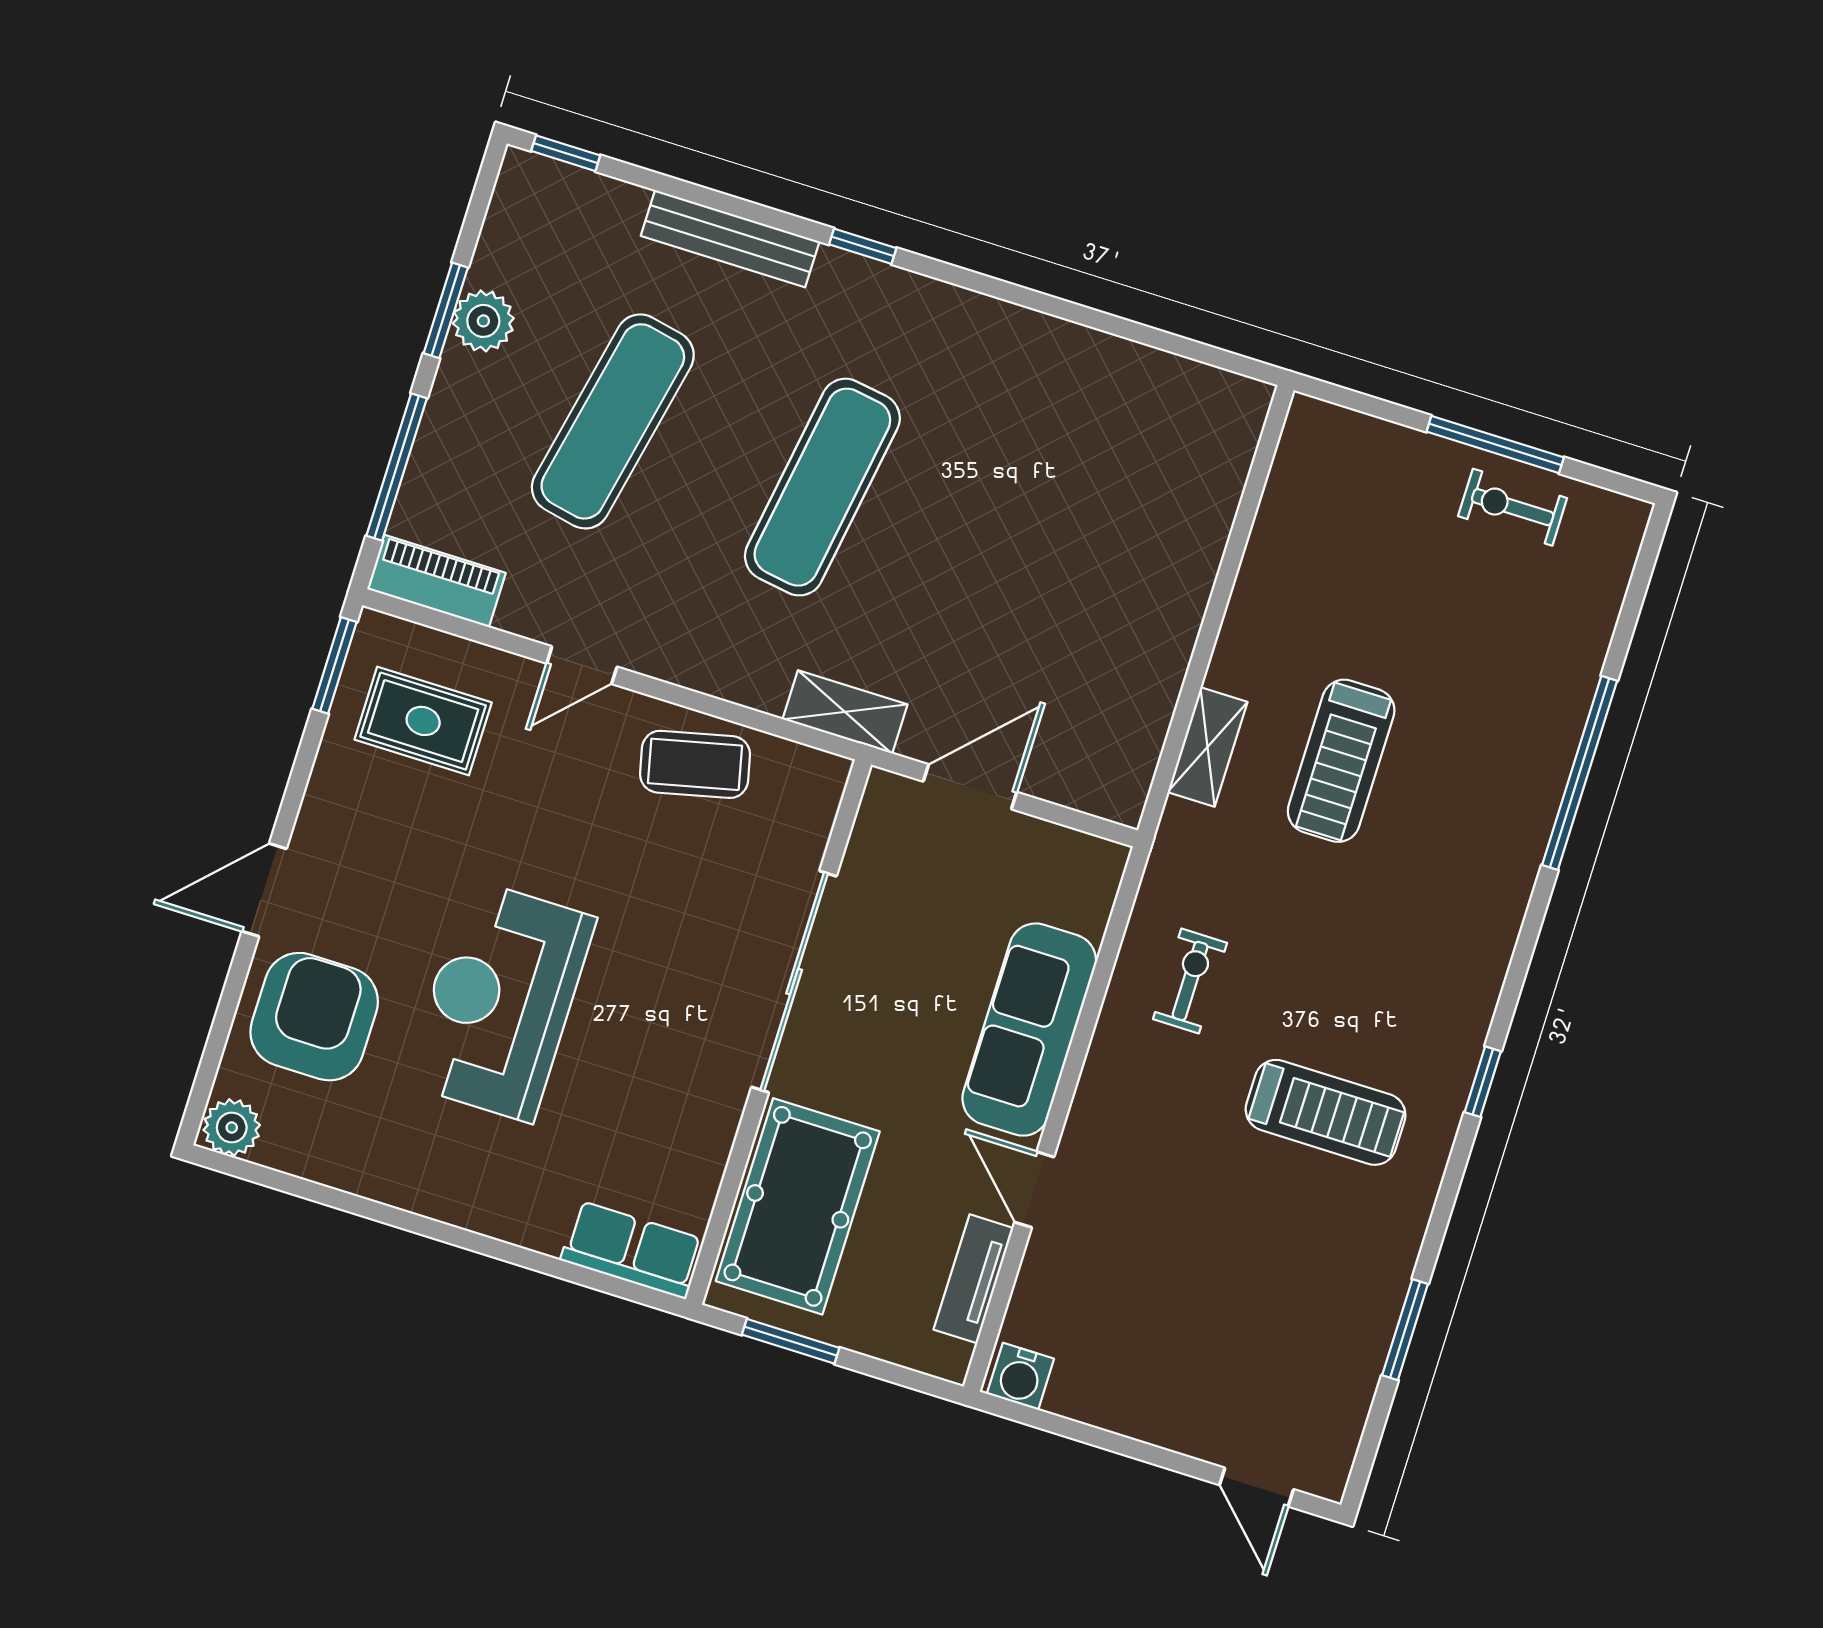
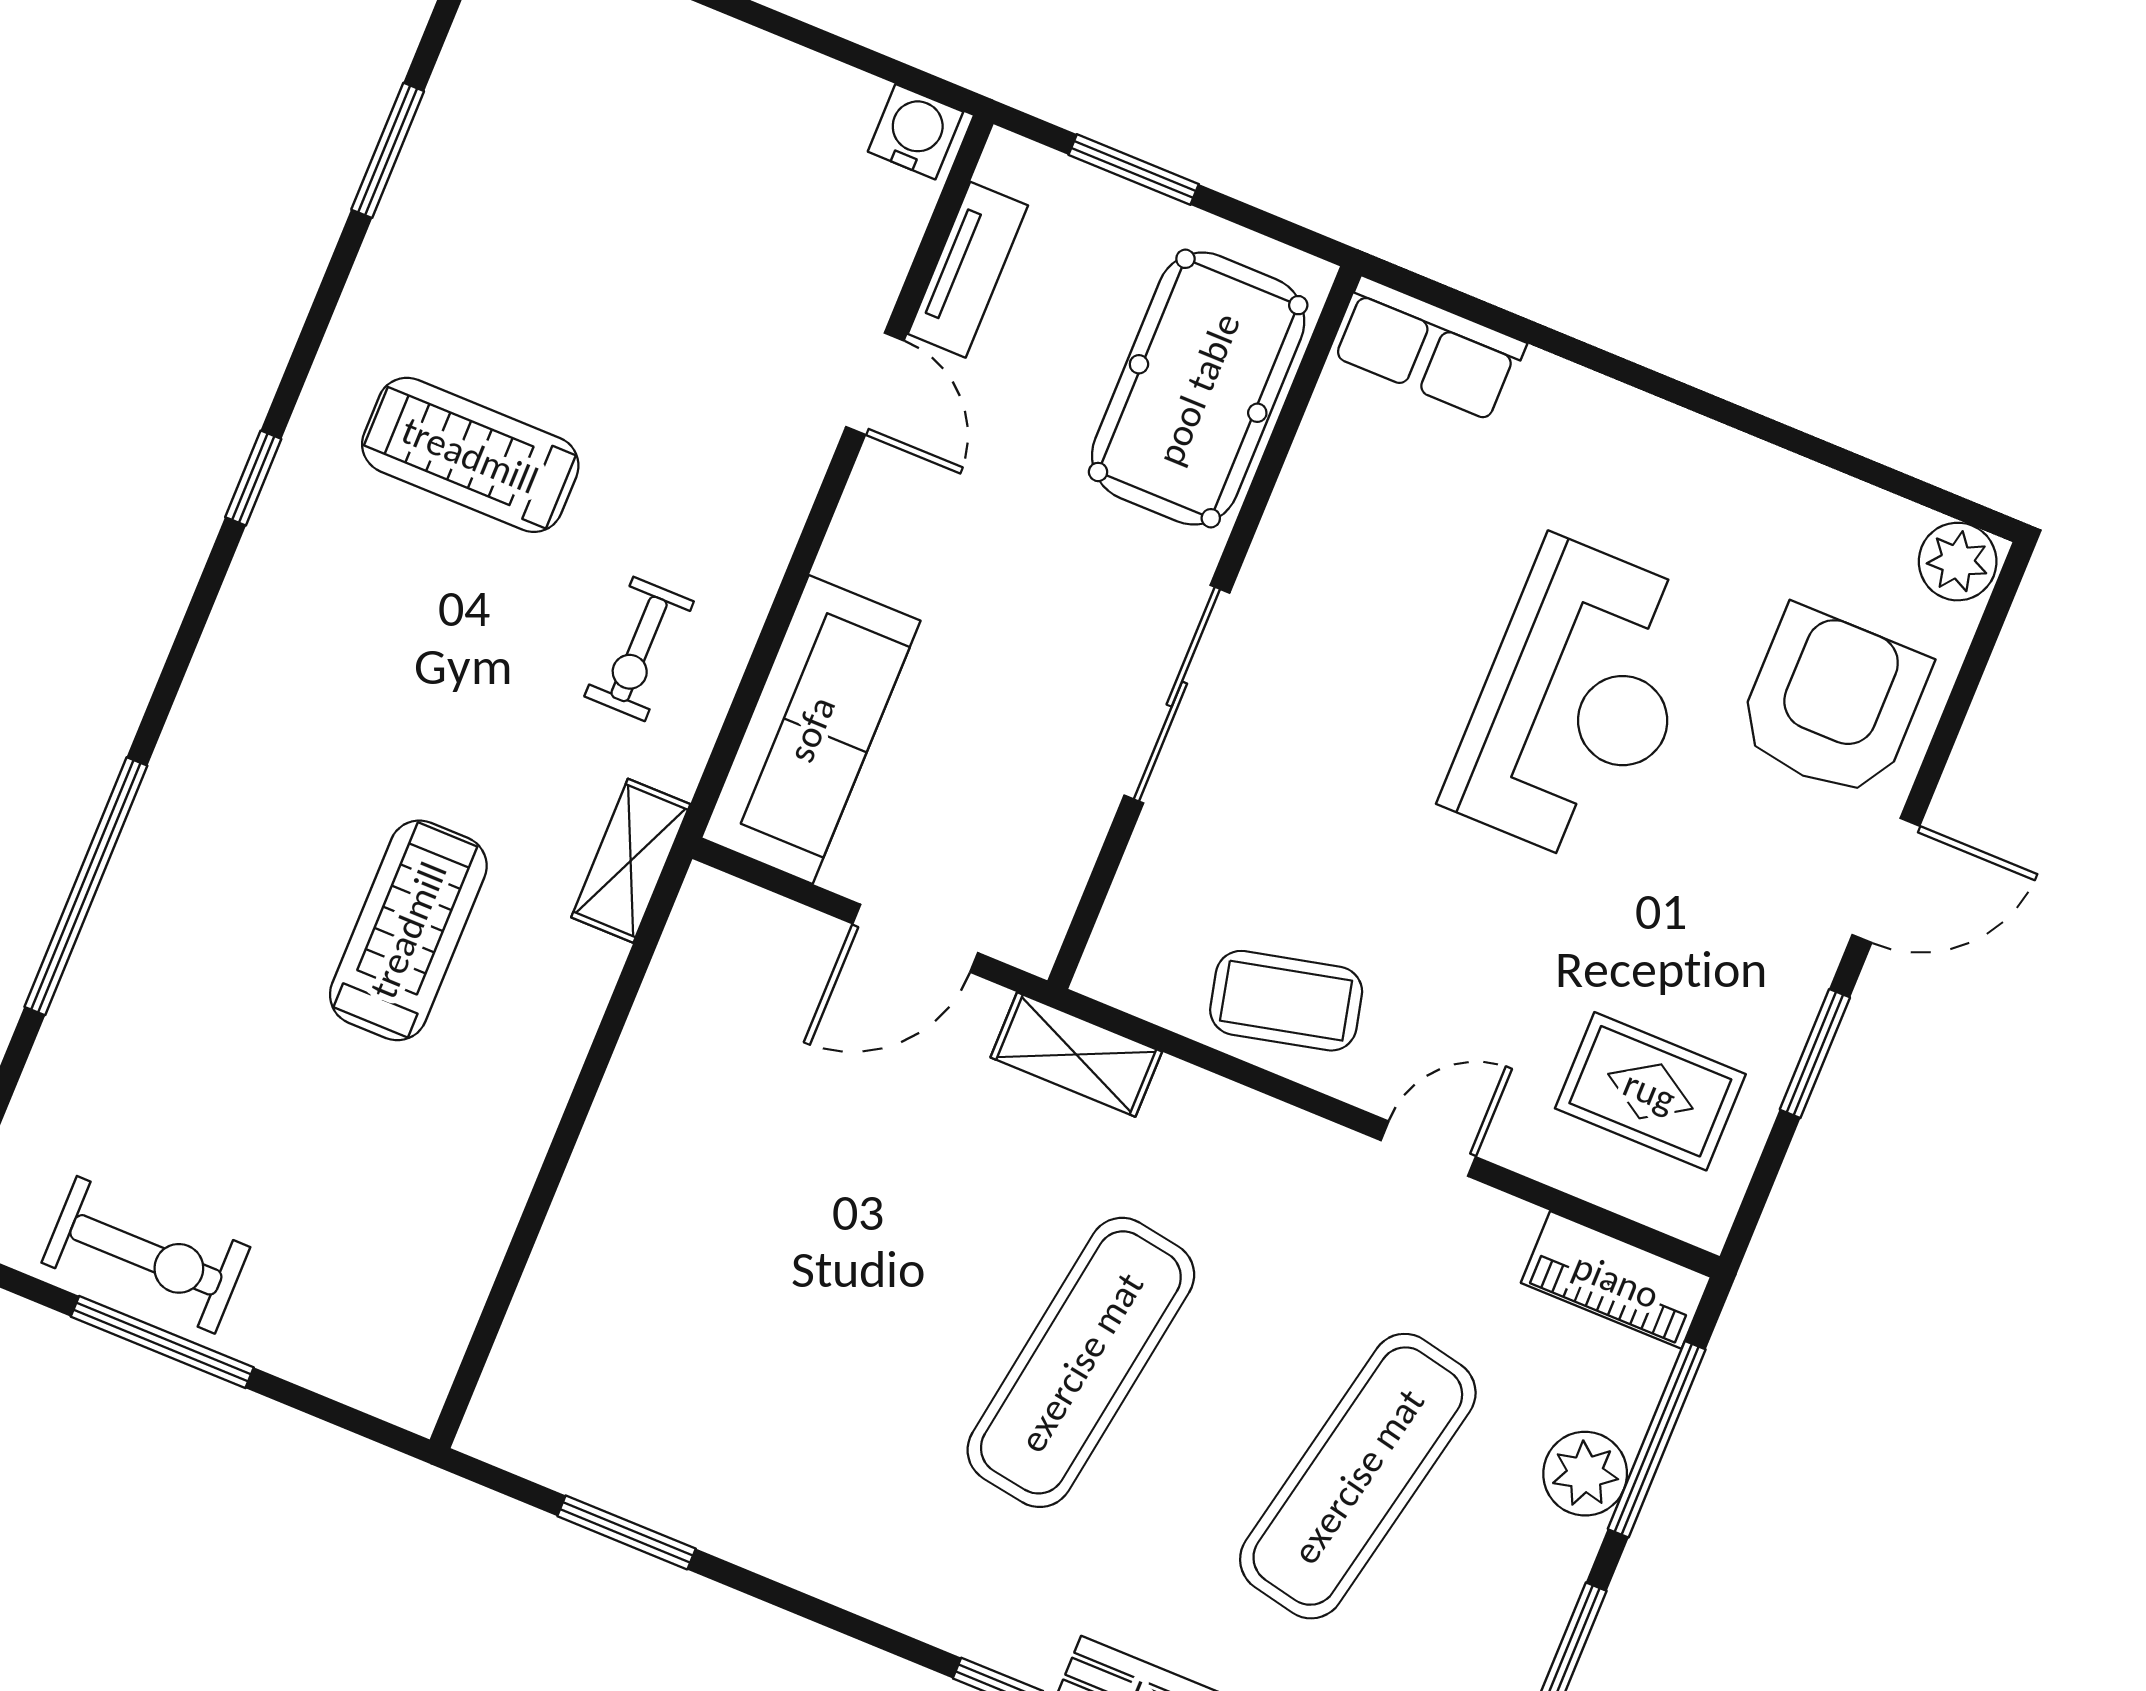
plant: (483, 321) -> (1585, 1474), moved
window: (1144, 334) -> (627, 1532), added
exercise bike: (1513, 507) -> (146, 1255), width x1.38, depth x1.39
window: (335, 665) -> (1815, 1054), moved
shelving: (1208, 747) -> (631, 861), moved
sliding door: (794, 982) -> (1177, 694), width x0.73
armchair: (314, 1017) -> (1833, 703), turned 180
sofa: (1029, 1030) -> (811, 729), moved
window: (791, 1341) -> (1134, 169), moved

